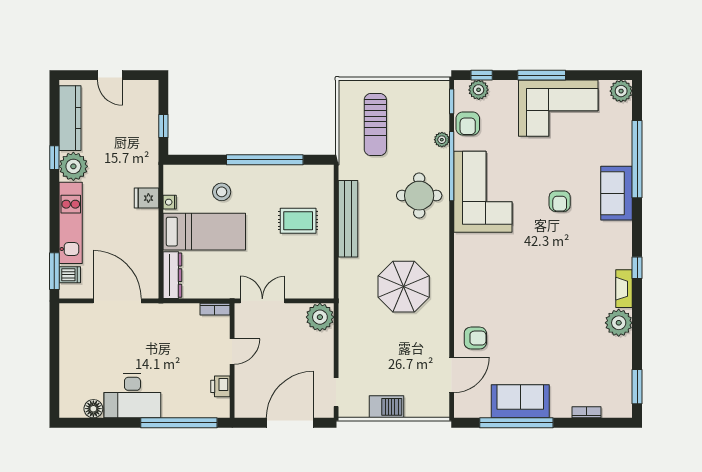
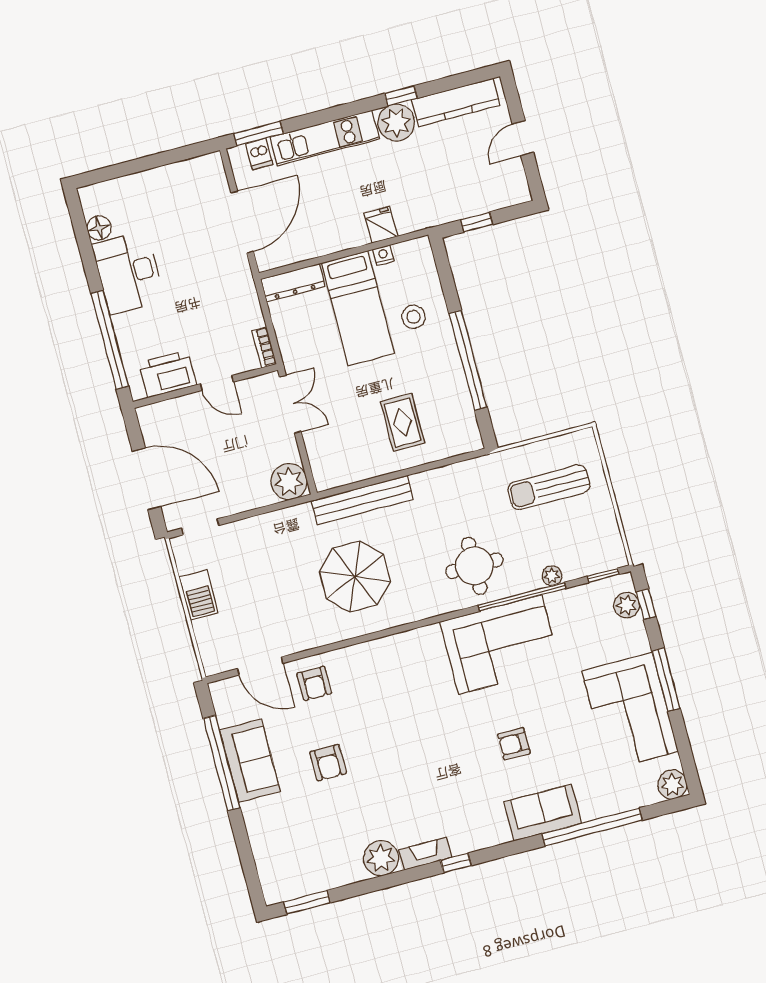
armchair: (468, 123) -> (328, 763), moved, turned -90
bench: (348, 219) -> (362, 500), moved
printer: (220, 386) -> (168, 374), width x1.87, depth x1.48
bookcase: (587, 412) -> (258, 847), removed

